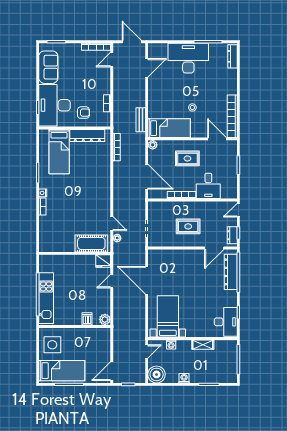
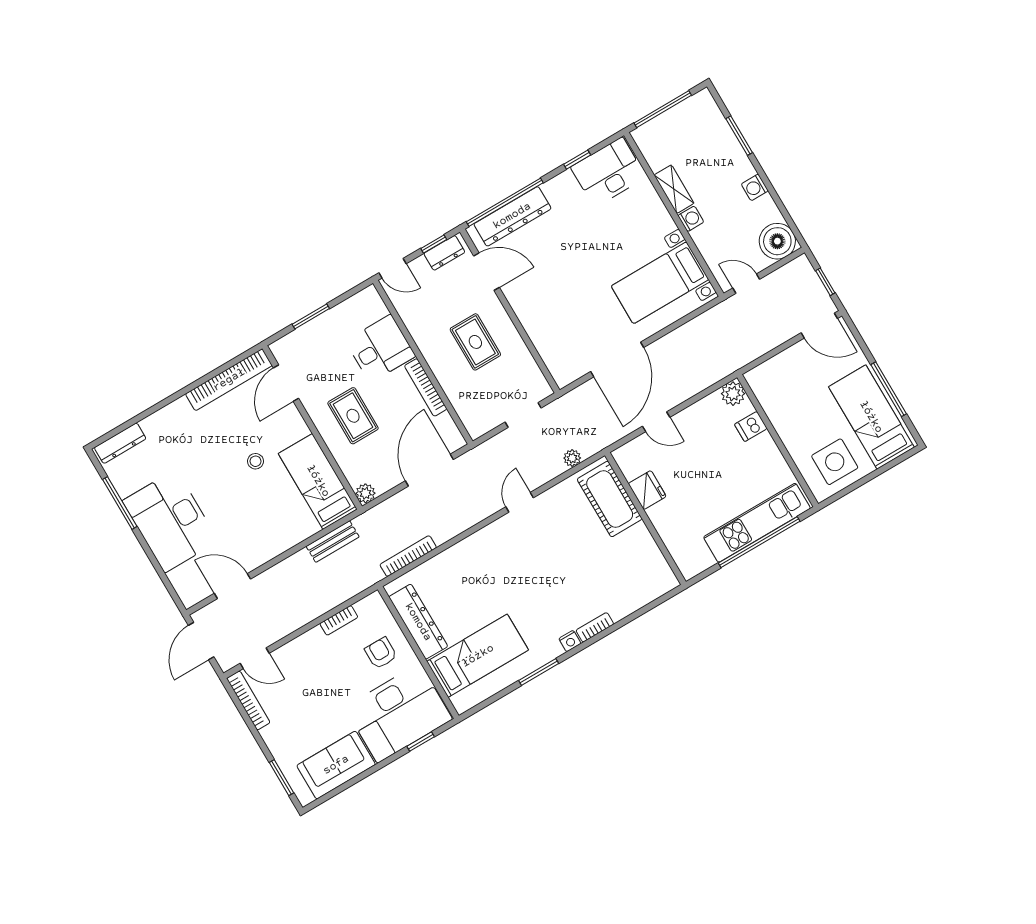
door: (112, 224) -> (520, 502), moved
fridge: (103, 261) -> (647, 490), moved
washing machine: (171, 344) -> (691, 219), moved

